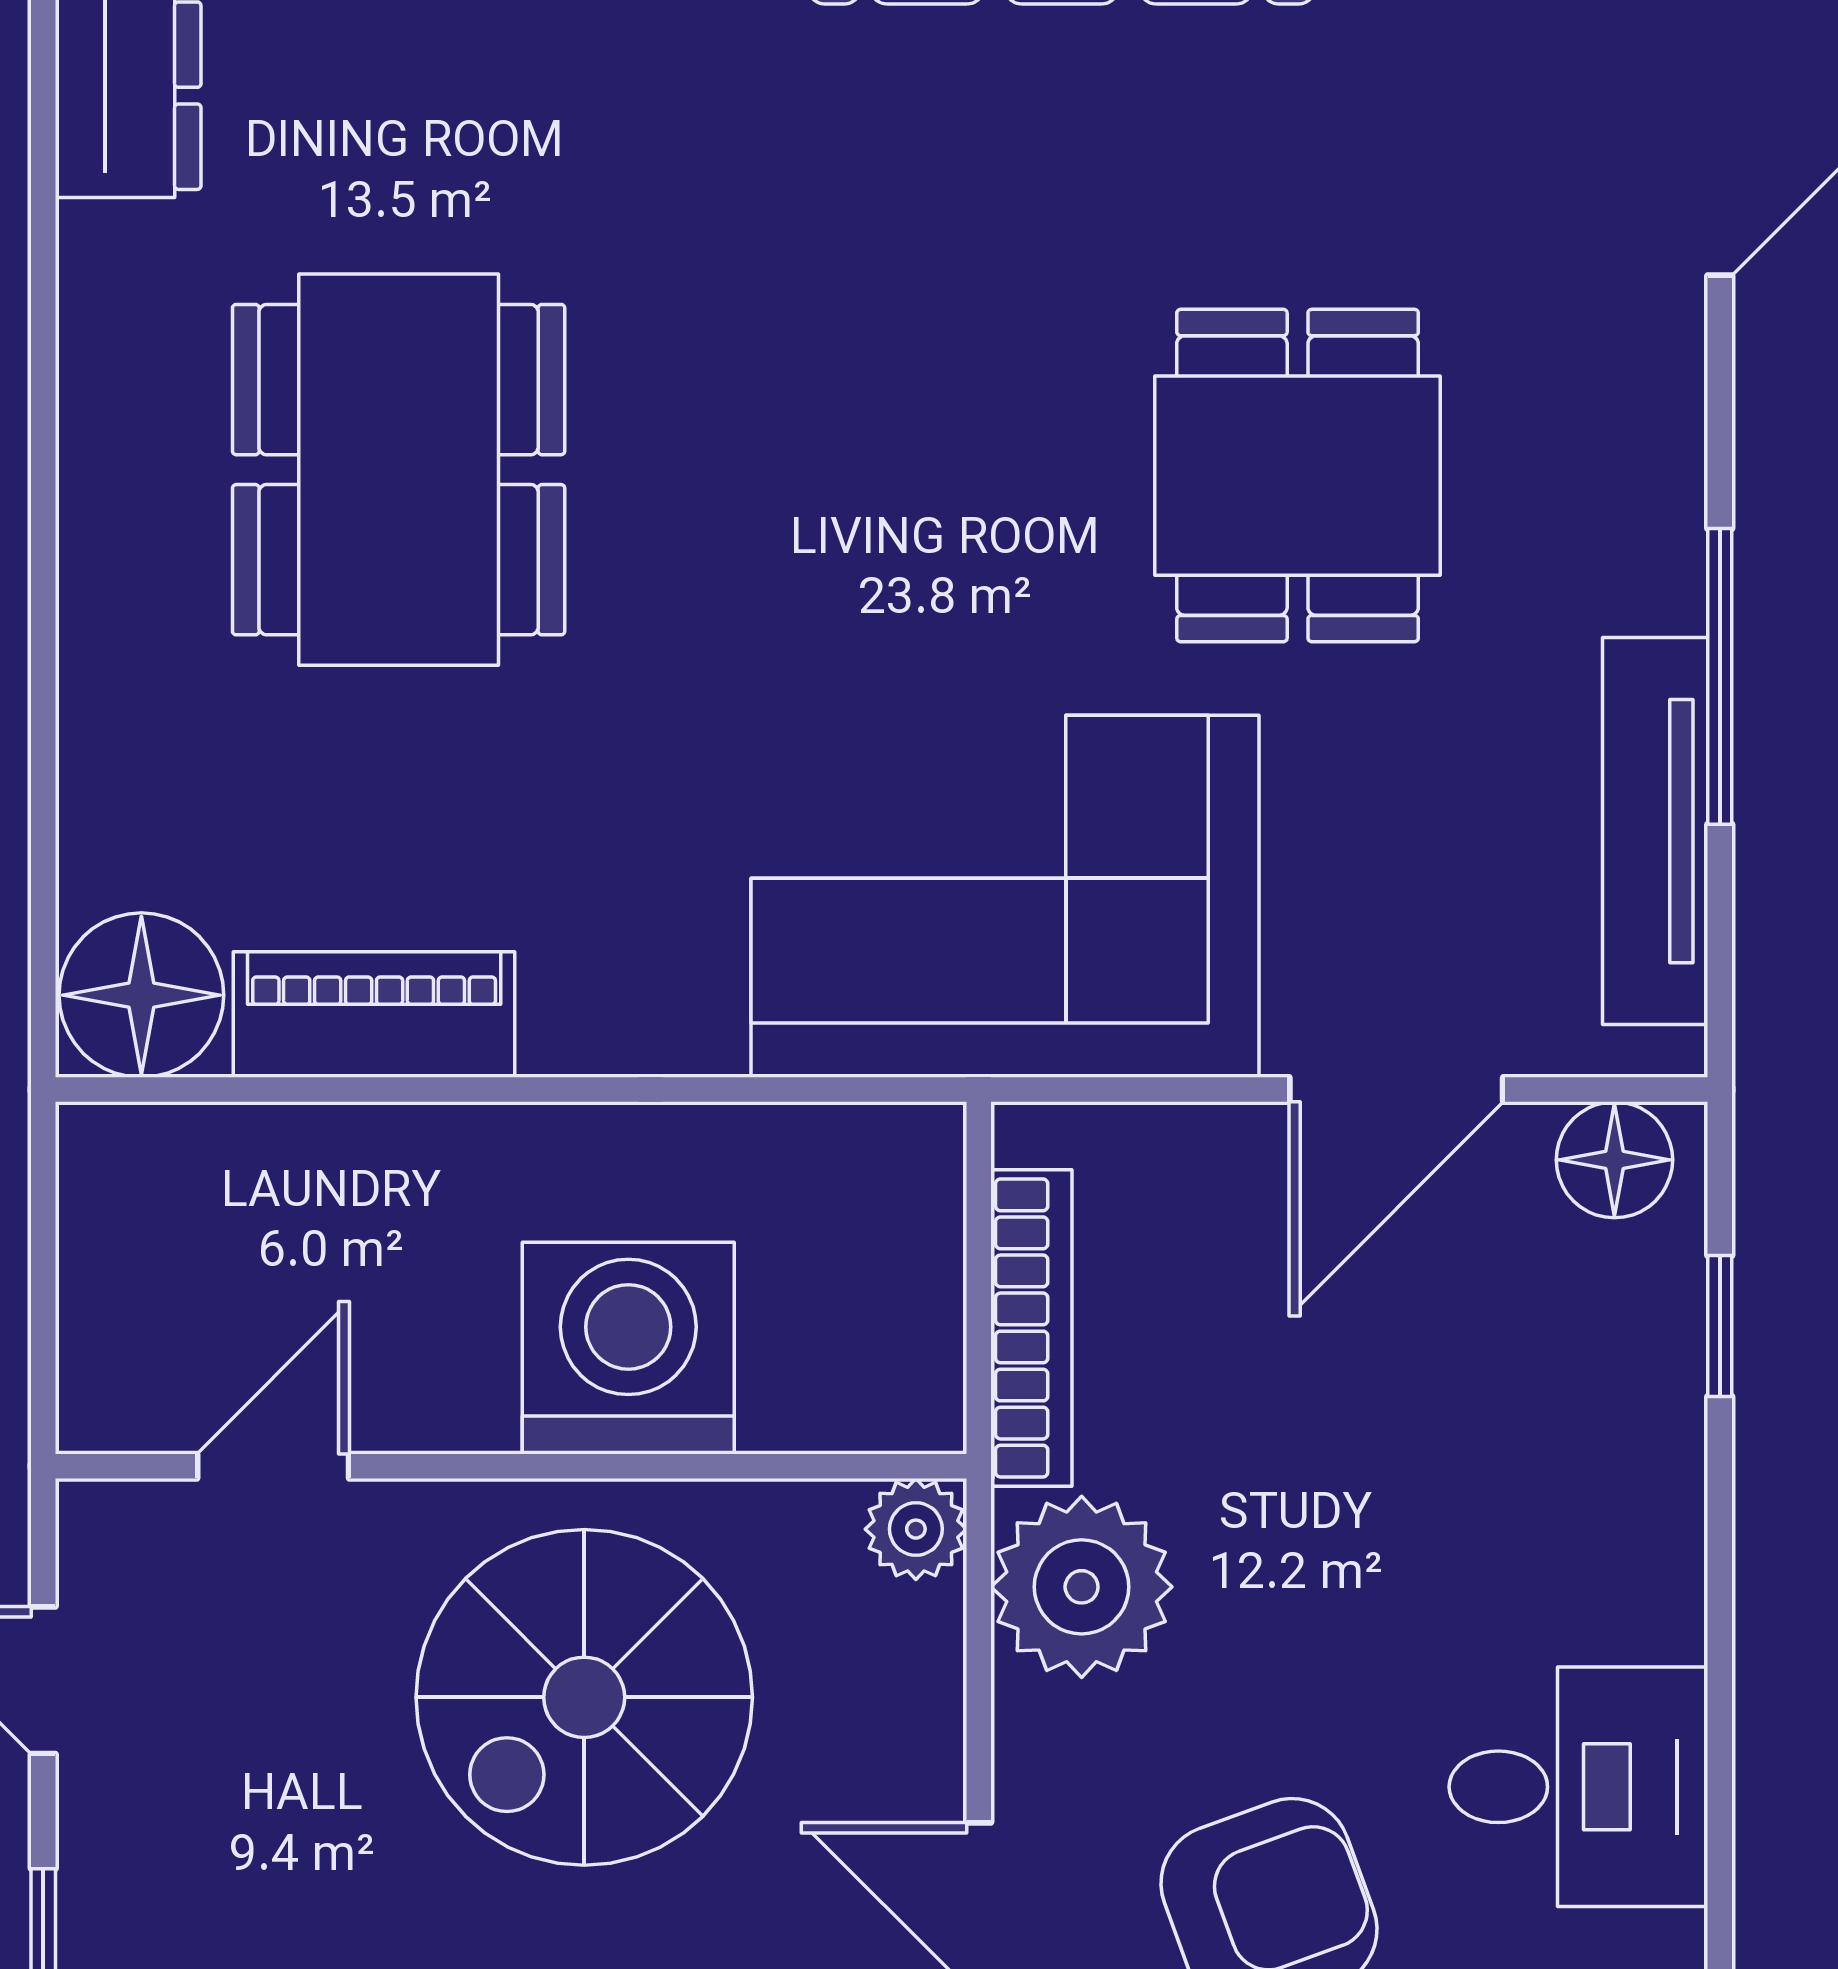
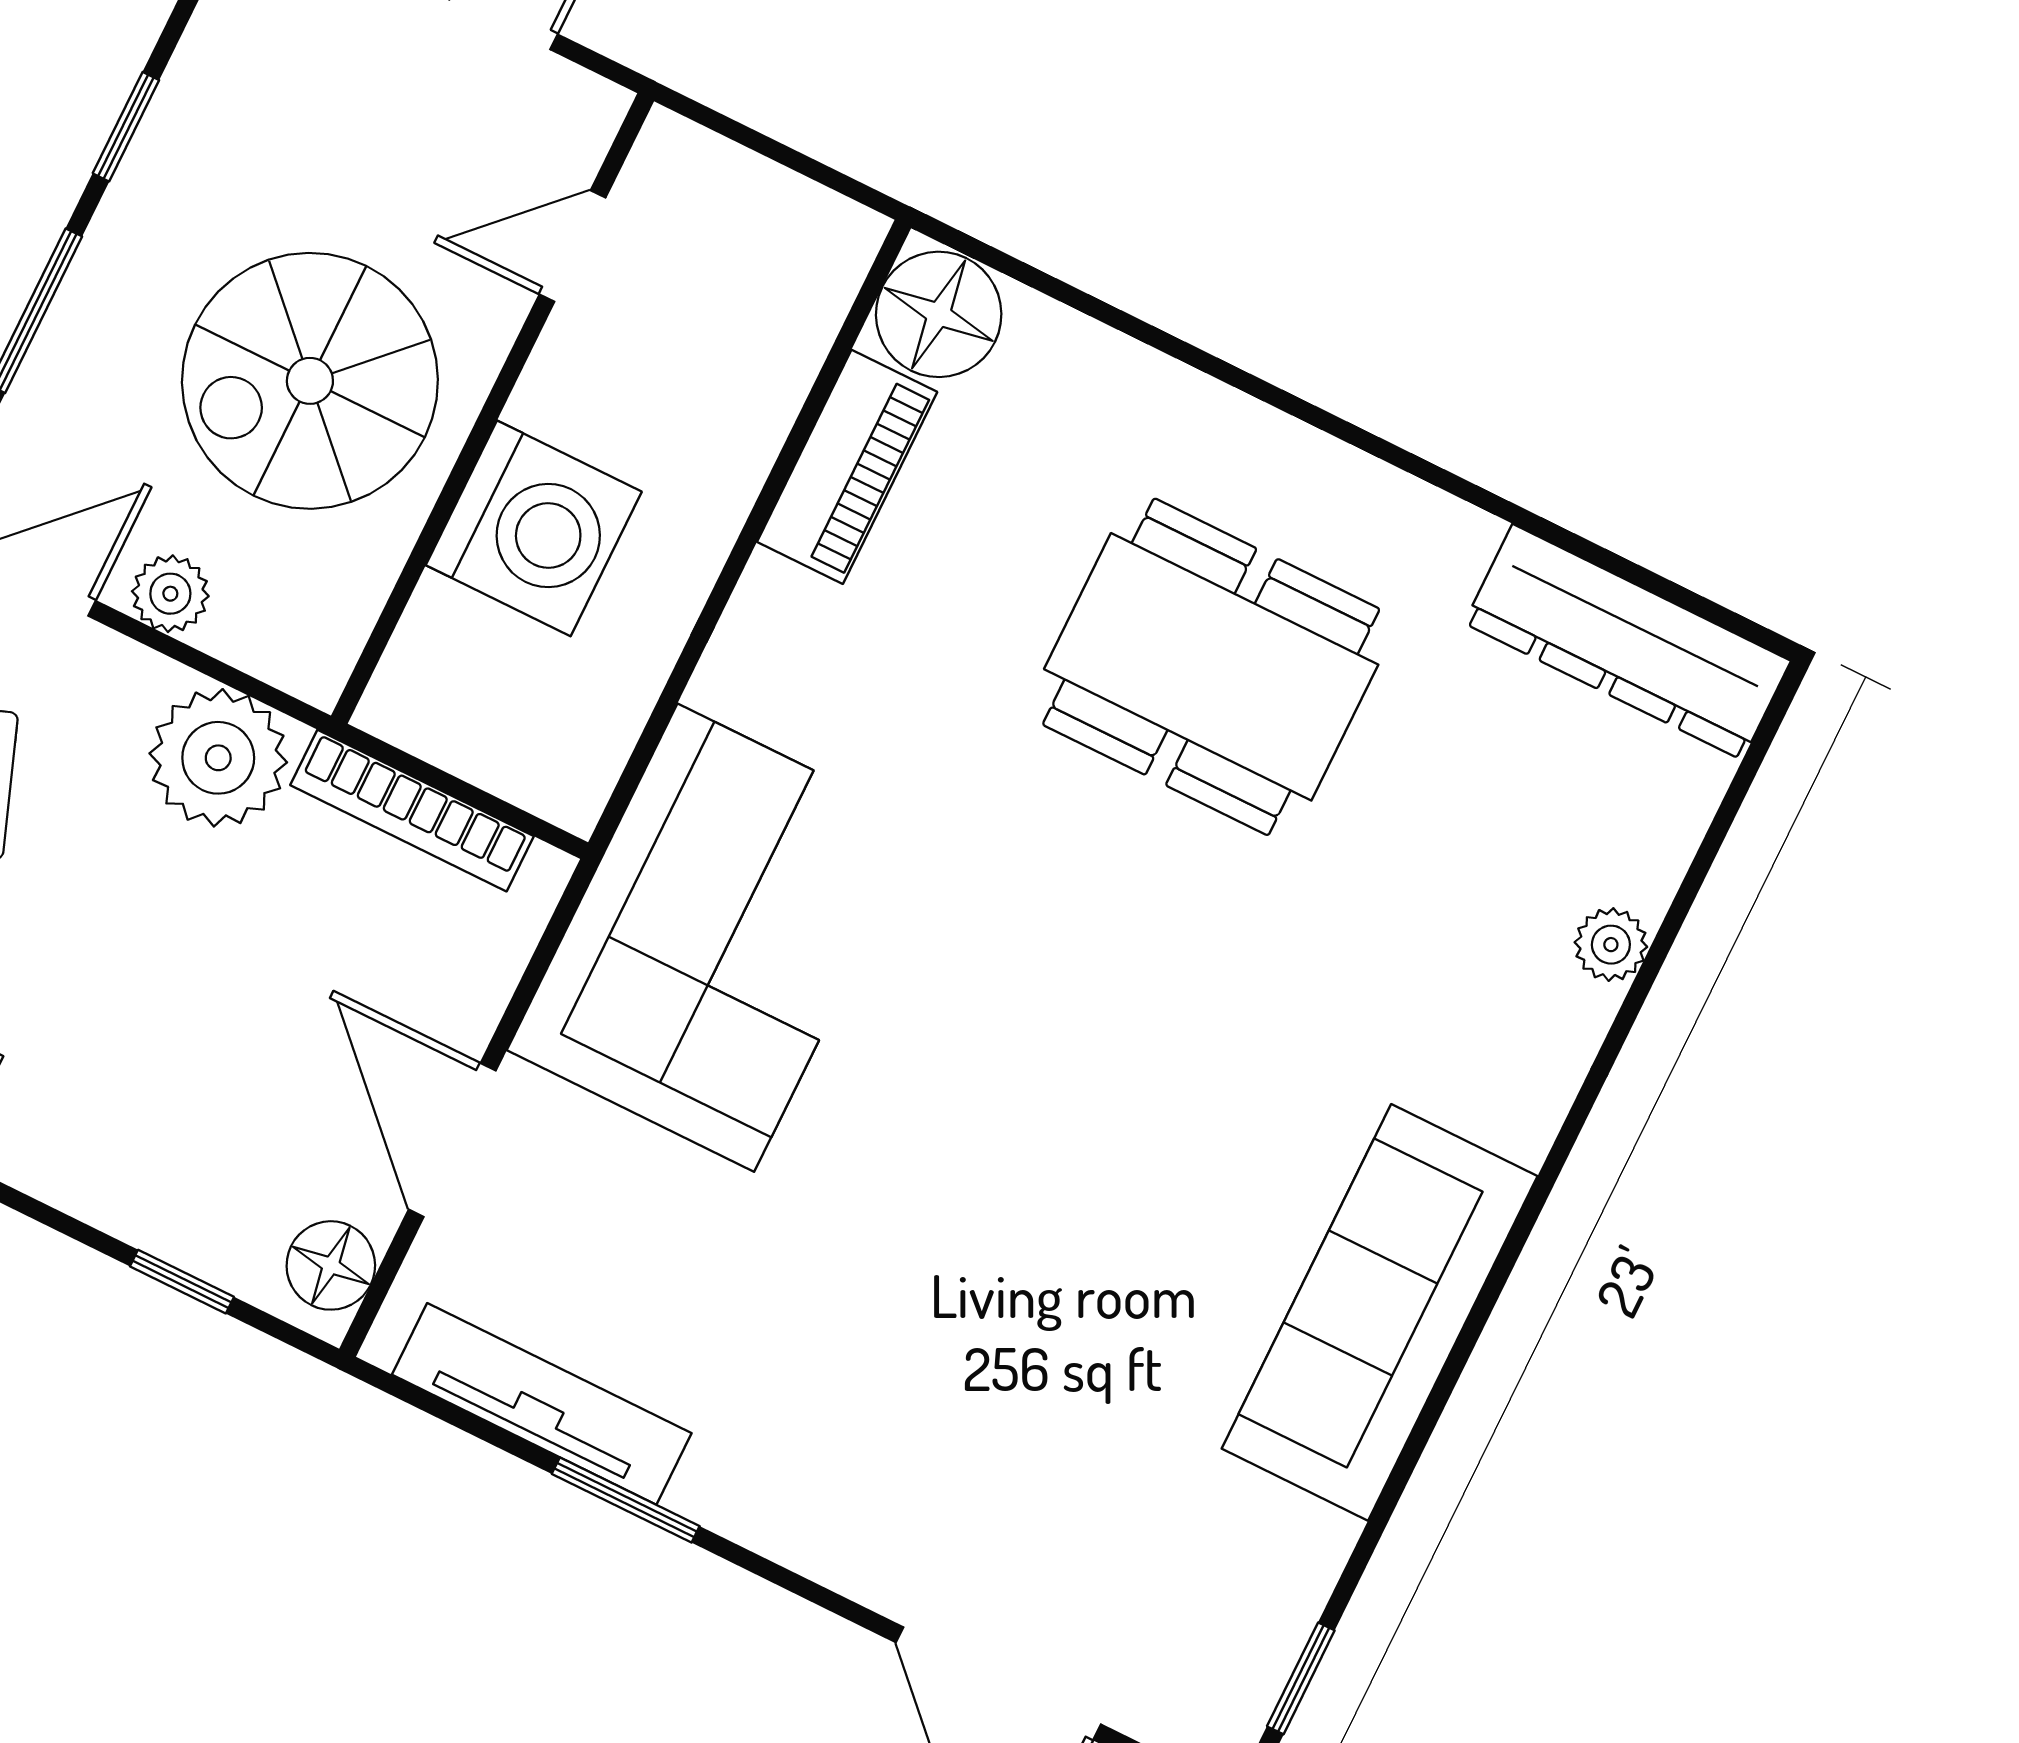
dining table: (1298, 476) -> (905, 1279), removed
window: (1720, 676) -> (626, 1500), width x0.69
door: (273, 1466) -> (572, 246), swing flipped
plant: (916, 1529) -> (170, 594), moved
spiral stairs: (584, 1697) -> (310, 381), turned -90

